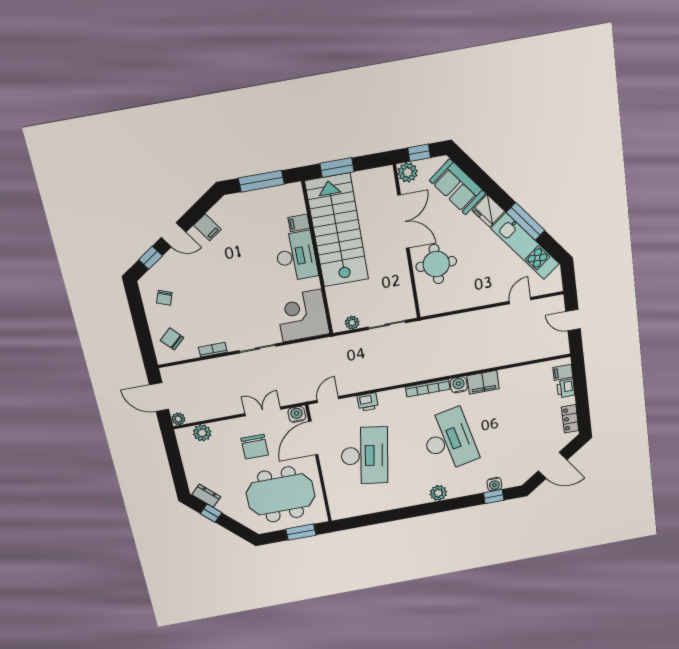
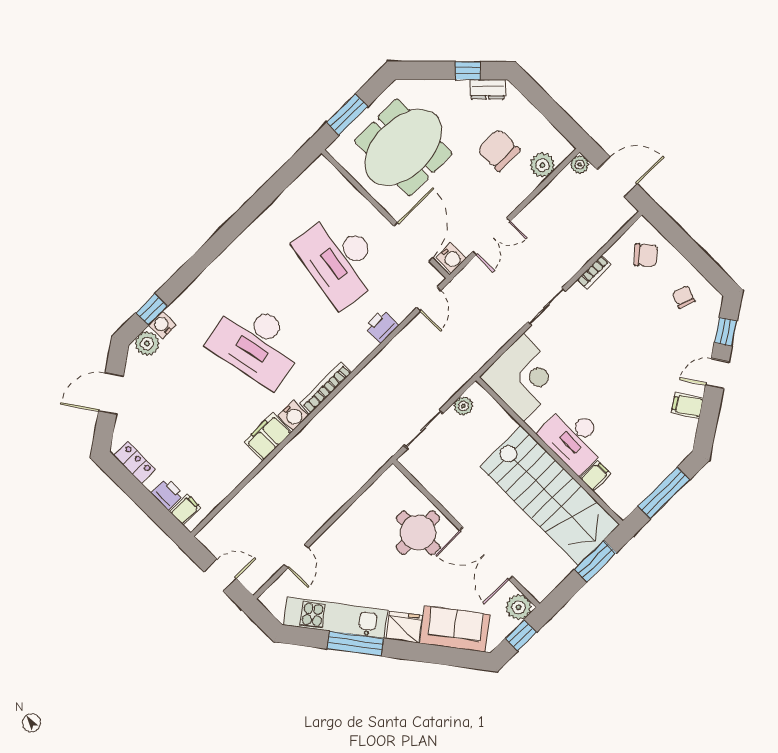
chair: (255, 447) -> (499, 150), moved
plant: (438, 493) -> (147, 344), moved

